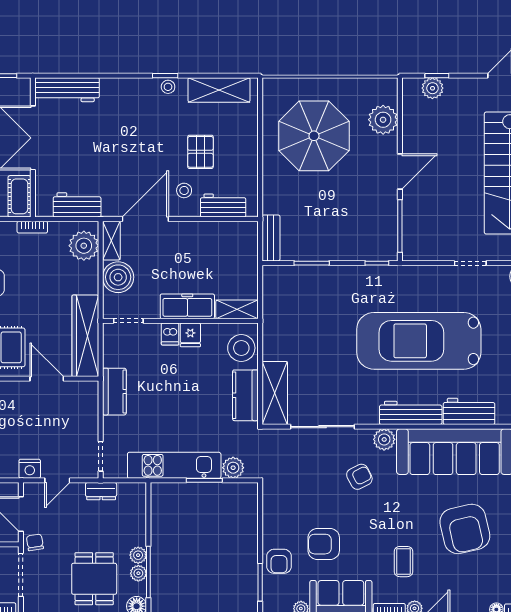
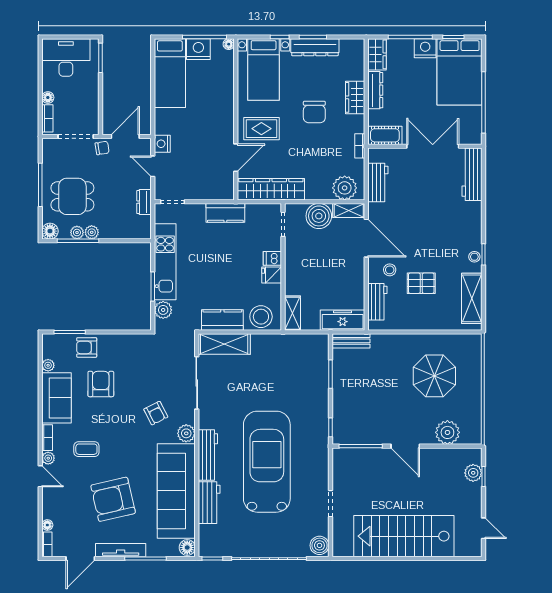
parasol: (314, 136) -> (434, 376), width x0.73, depth x0.73
freezer: (187, 306) -> (343, 320), moved, turned -90

